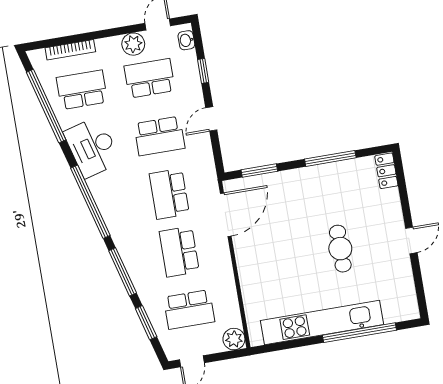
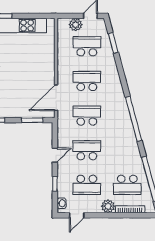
plant: (133, 44) -> (108, 206), moved
desk: (92, 147) -> (127, 150), removed
school desk: (169, 194) -> (87, 116), turned -90
school desk: (179, 252) -> (87, 81), turned -90
window: (123, 272) -> (122, 75), removed
plant: (234, 339) -> (76, 25), moved

